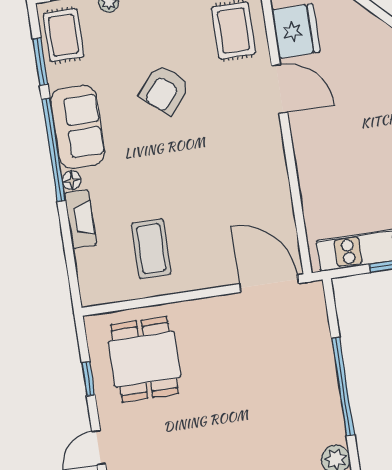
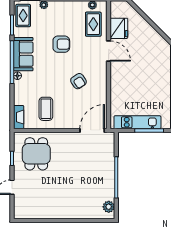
armchair: (165, 89) -> (61, 44), turned -130
armchair: (219, 171) -> (78, 81), added
fireplace: (80, 219) -> (19, 117), moved
door: (269, 284) -> (92, 130), hinge flipped

